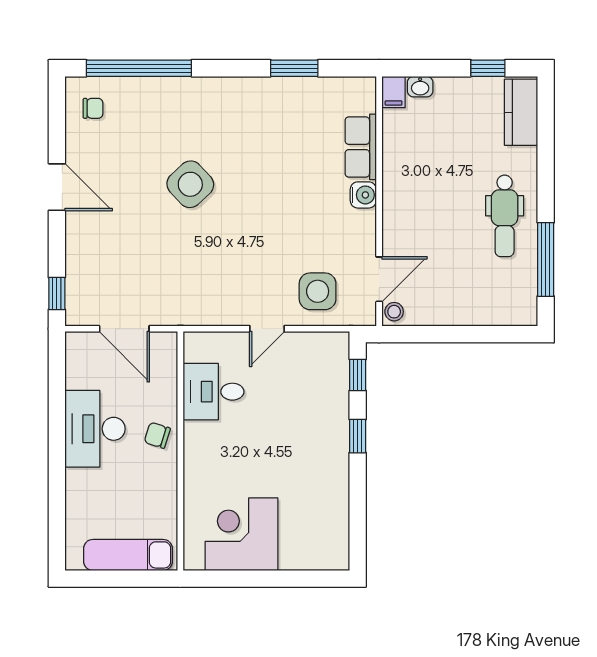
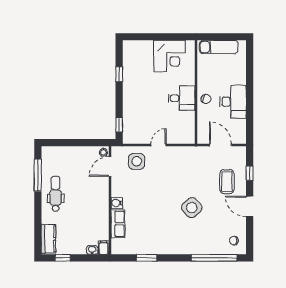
coffee table: (109, 244) -> (227, 182), added
window: (57, 294) -> (250, 173), moved
desk: (213, 392) -> (182, 98), moved
window: (358, 436) -> (119, 74), moved

